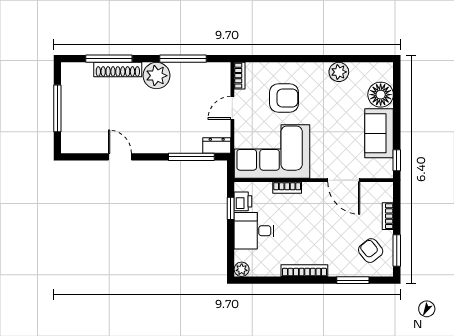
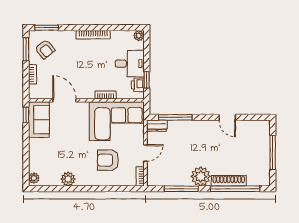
window: (109, 59) -> (235, 189), width x1.46
plant: (386, 73) -> (34, 178), added
floor lamp: (381, 95) -> (38, 163), removed
sofa: (379, 133) -> (39, 120), moved
window: (353, 280) -> (46, 28), moved

